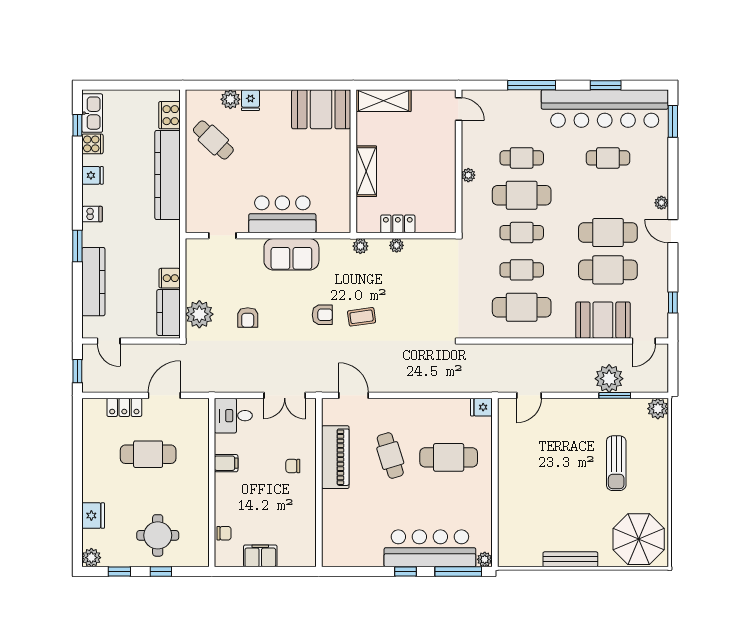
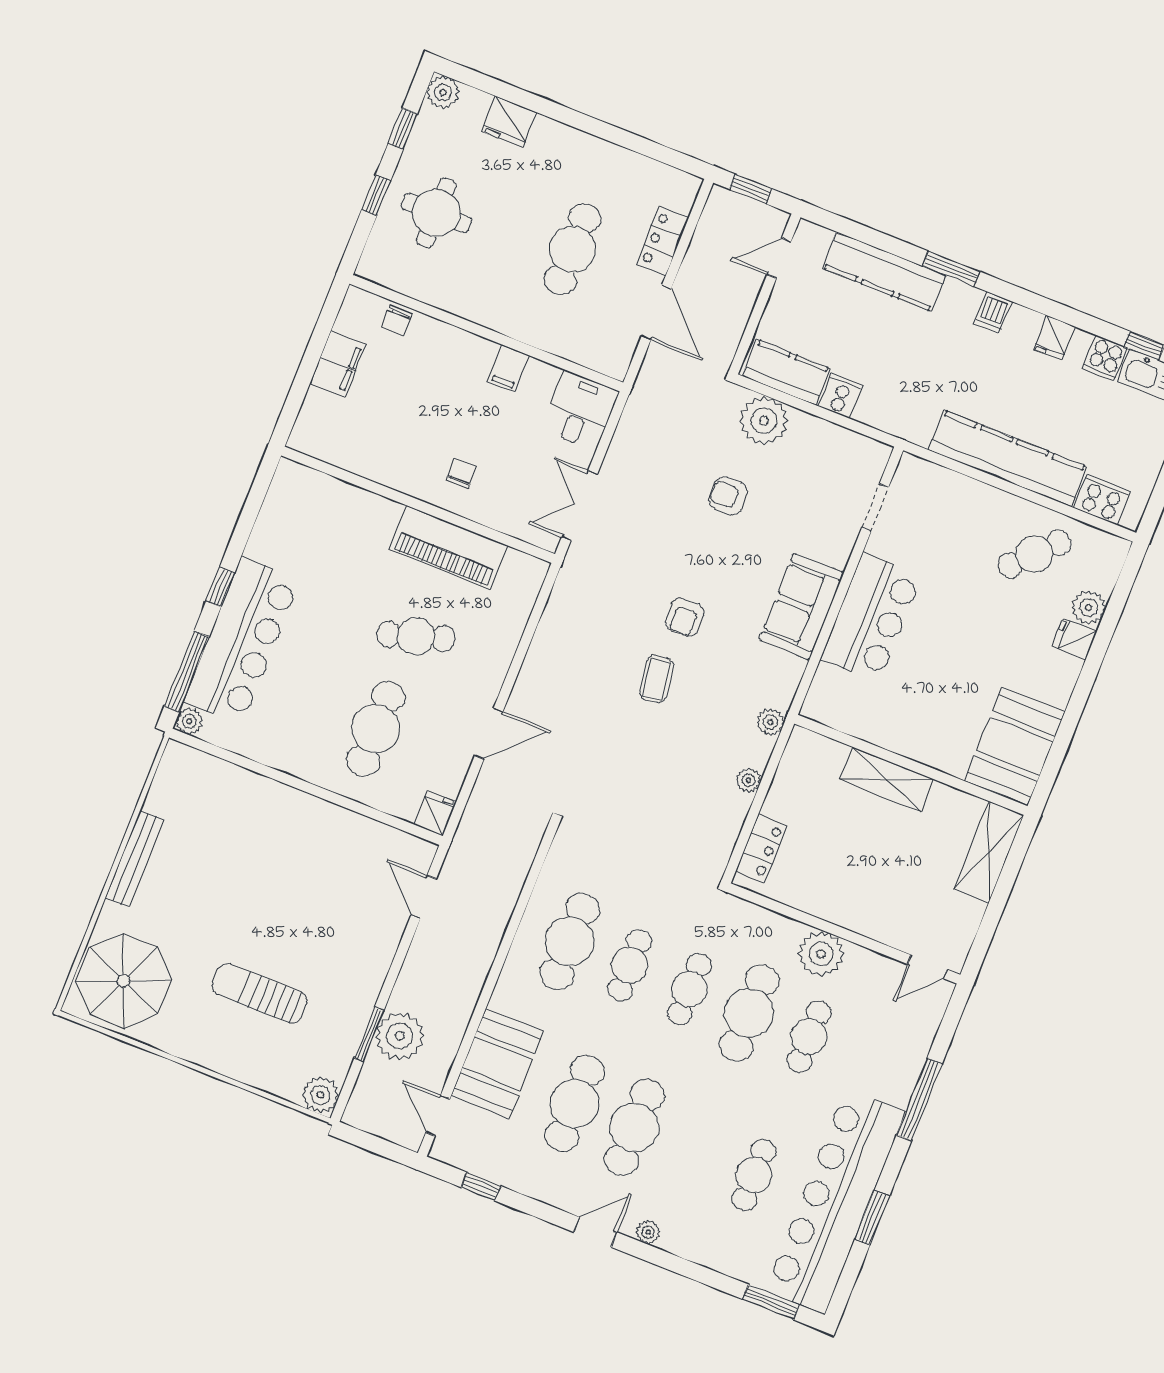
plant: (468, 175) -> (821, 954), width x1.88, depth x1.88
locker: (398, 224) -> (761, 848), moved
door: (354, 395) -> (489, 734), moved

